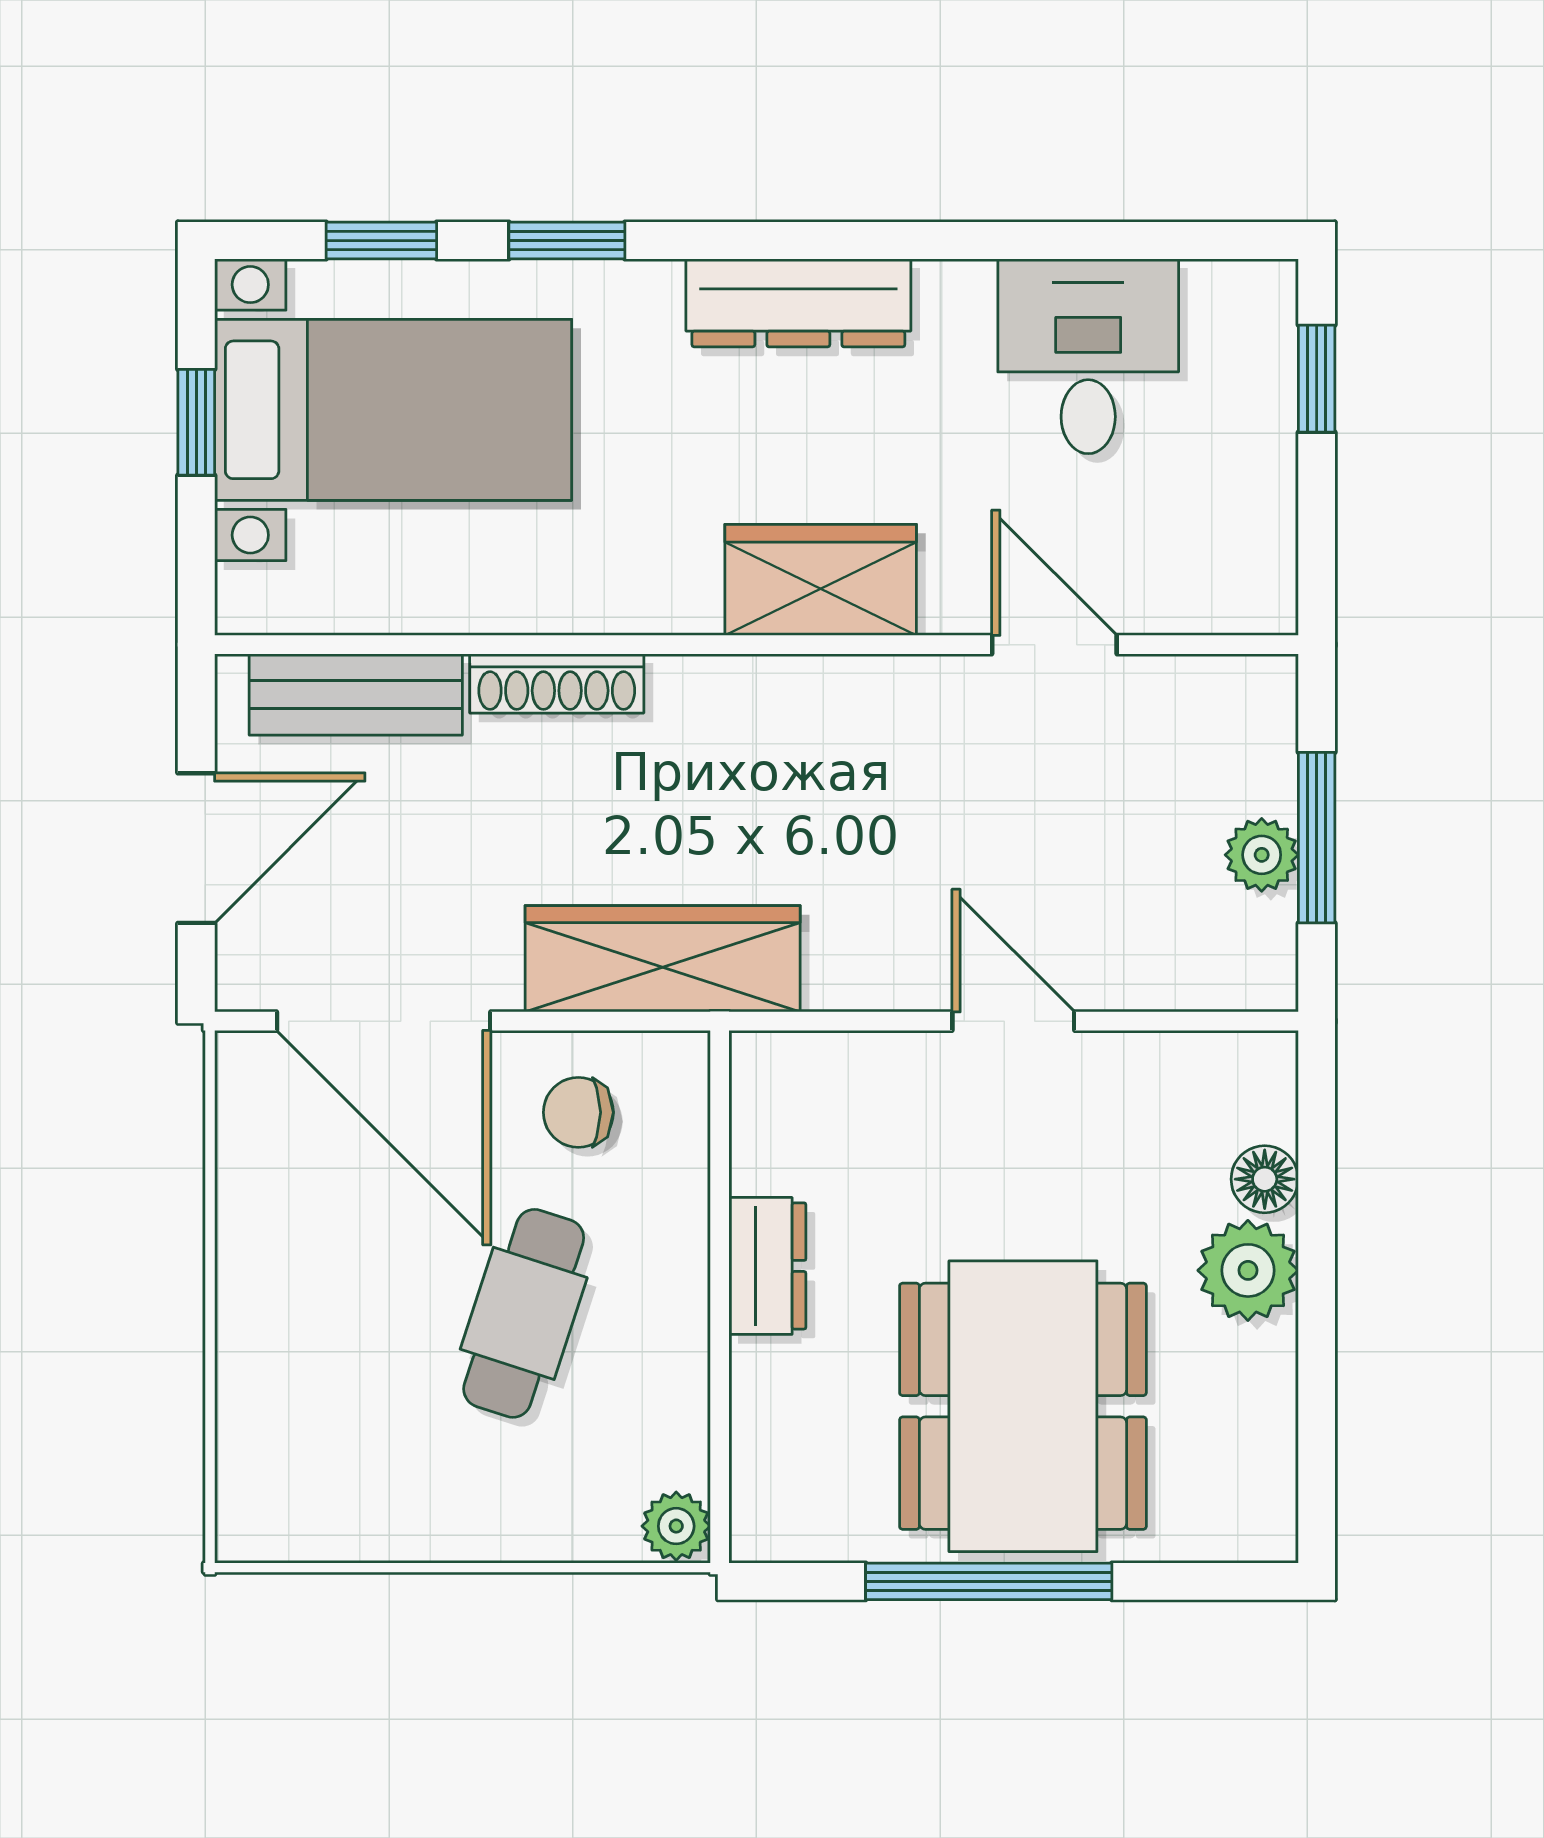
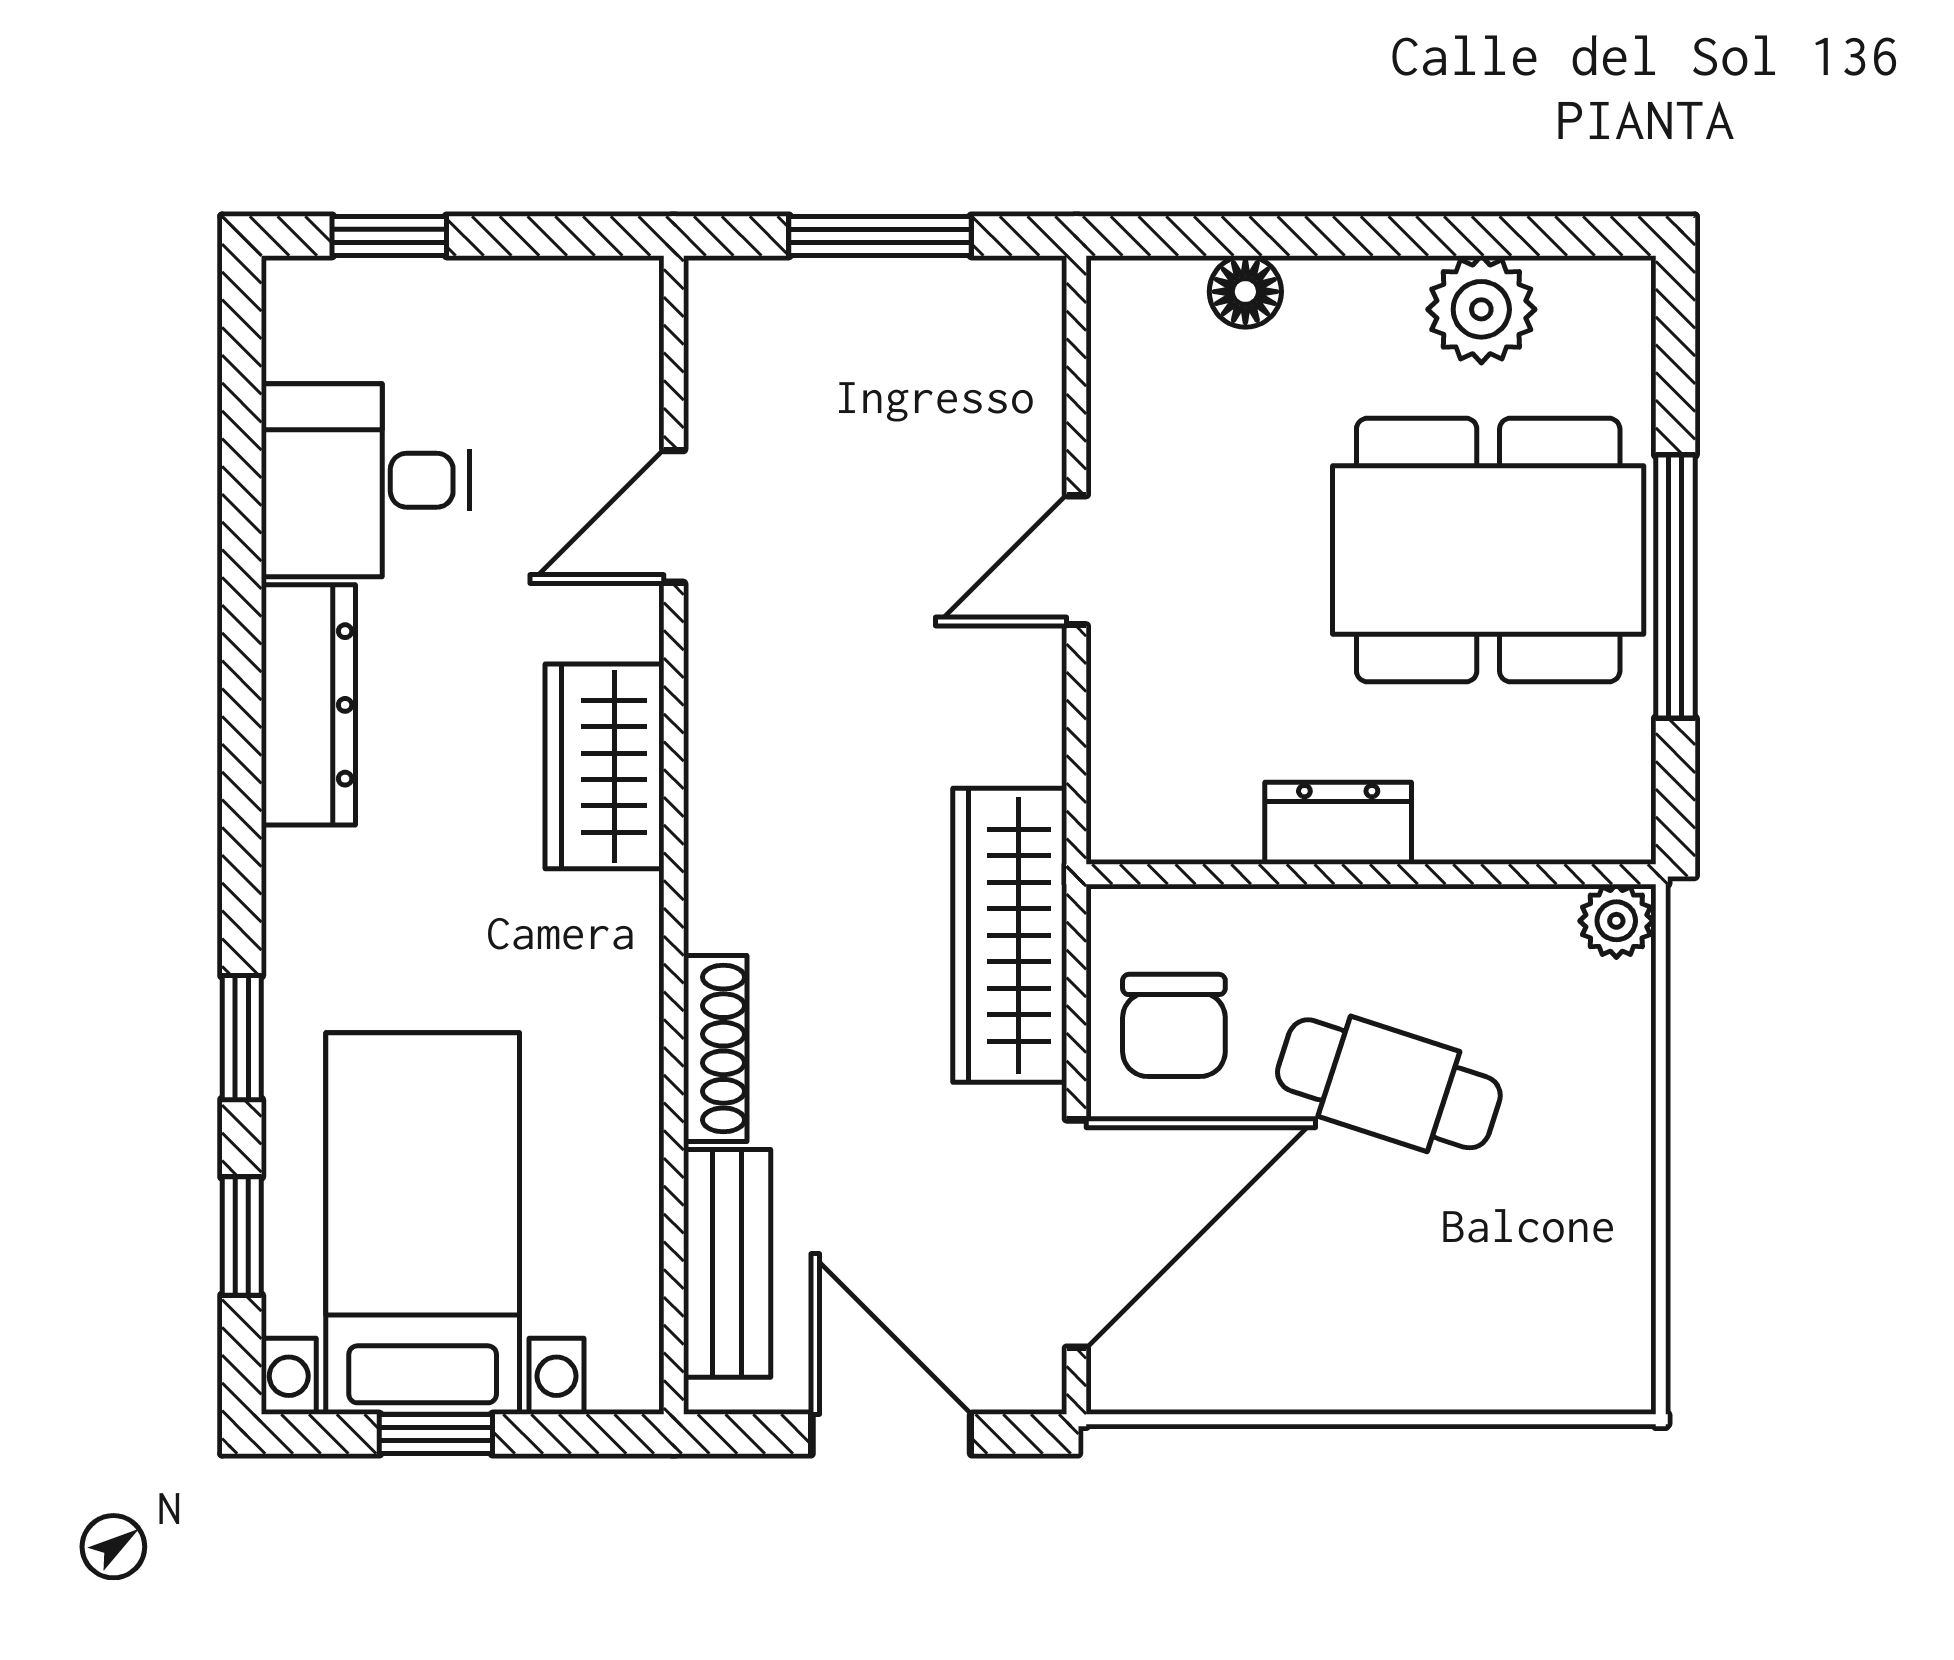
dresser: (798, 303) -> (308, 705), moved
plant: (1262, 855) -> (899, 295), removed
chair: (578, 1112) -> (1174, 1025), width x1.37, depth x1.37
plant: (1248, 1270) -> (1481, 309), moved

